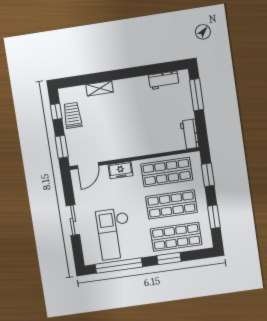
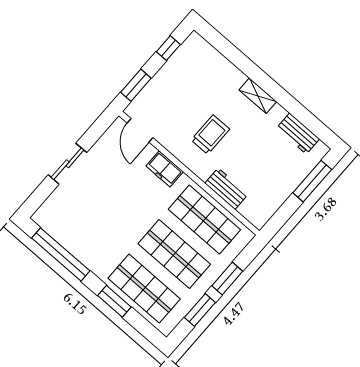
shelving: (100, 88) -> (258, 96), moved
trolley: (72, 115) -> (210, 135), moved
workbench: (190, 134) -> (227, 189), moved, turned 90
door: (88, 166) -> (140, 130), hinge flipped
window: (208, 175) -> (227, 279), moved
checkout: (114, 234) -> (91, 221), removed

